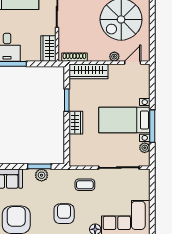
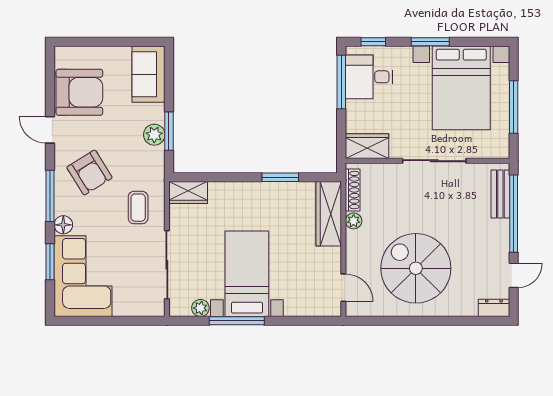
plant: (114, 57) -> (354, 221), moved
wardrobe: (76, 123) -> (188, 192), moved
armchair: (64, 214) -> (89, 173), turned 58

